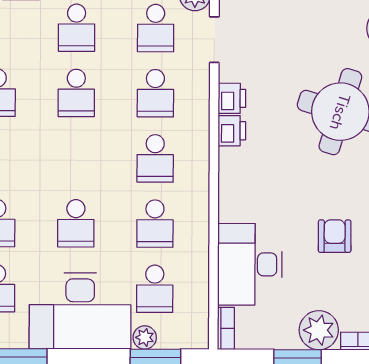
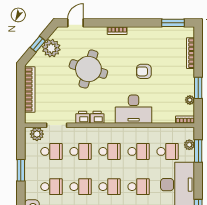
school desk: (76, 158) -> (110, 187), added
desk: (250, 264) -> (134, 109), moved
plant: (319, 330) -> (190, 100), moved, width x0.53, depth x0.53
plant: (145, 337) -> (189, 145), moved

